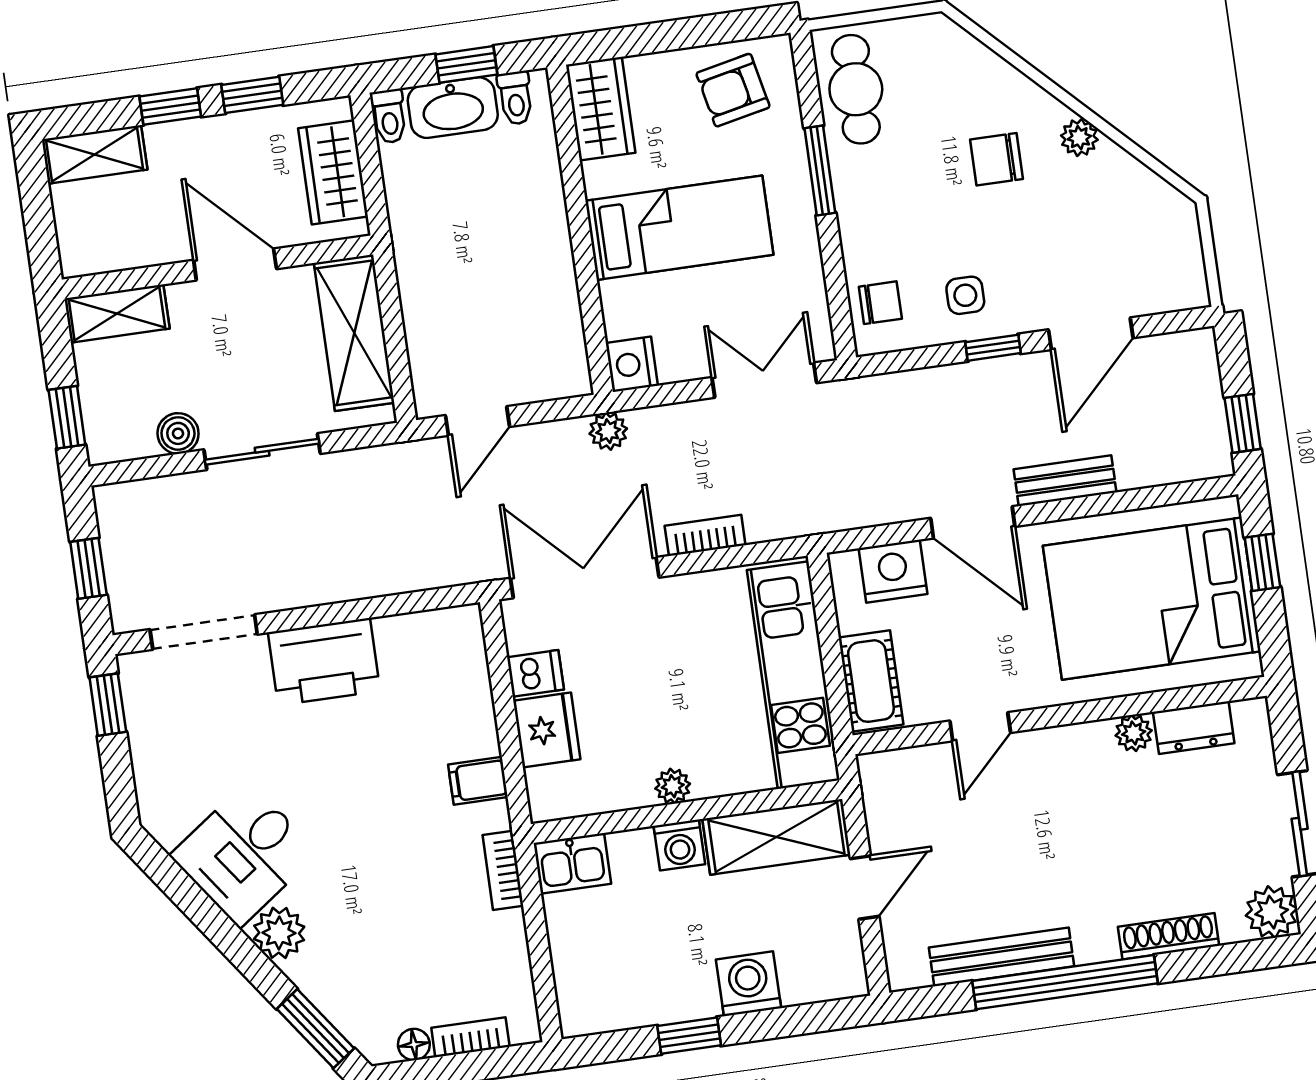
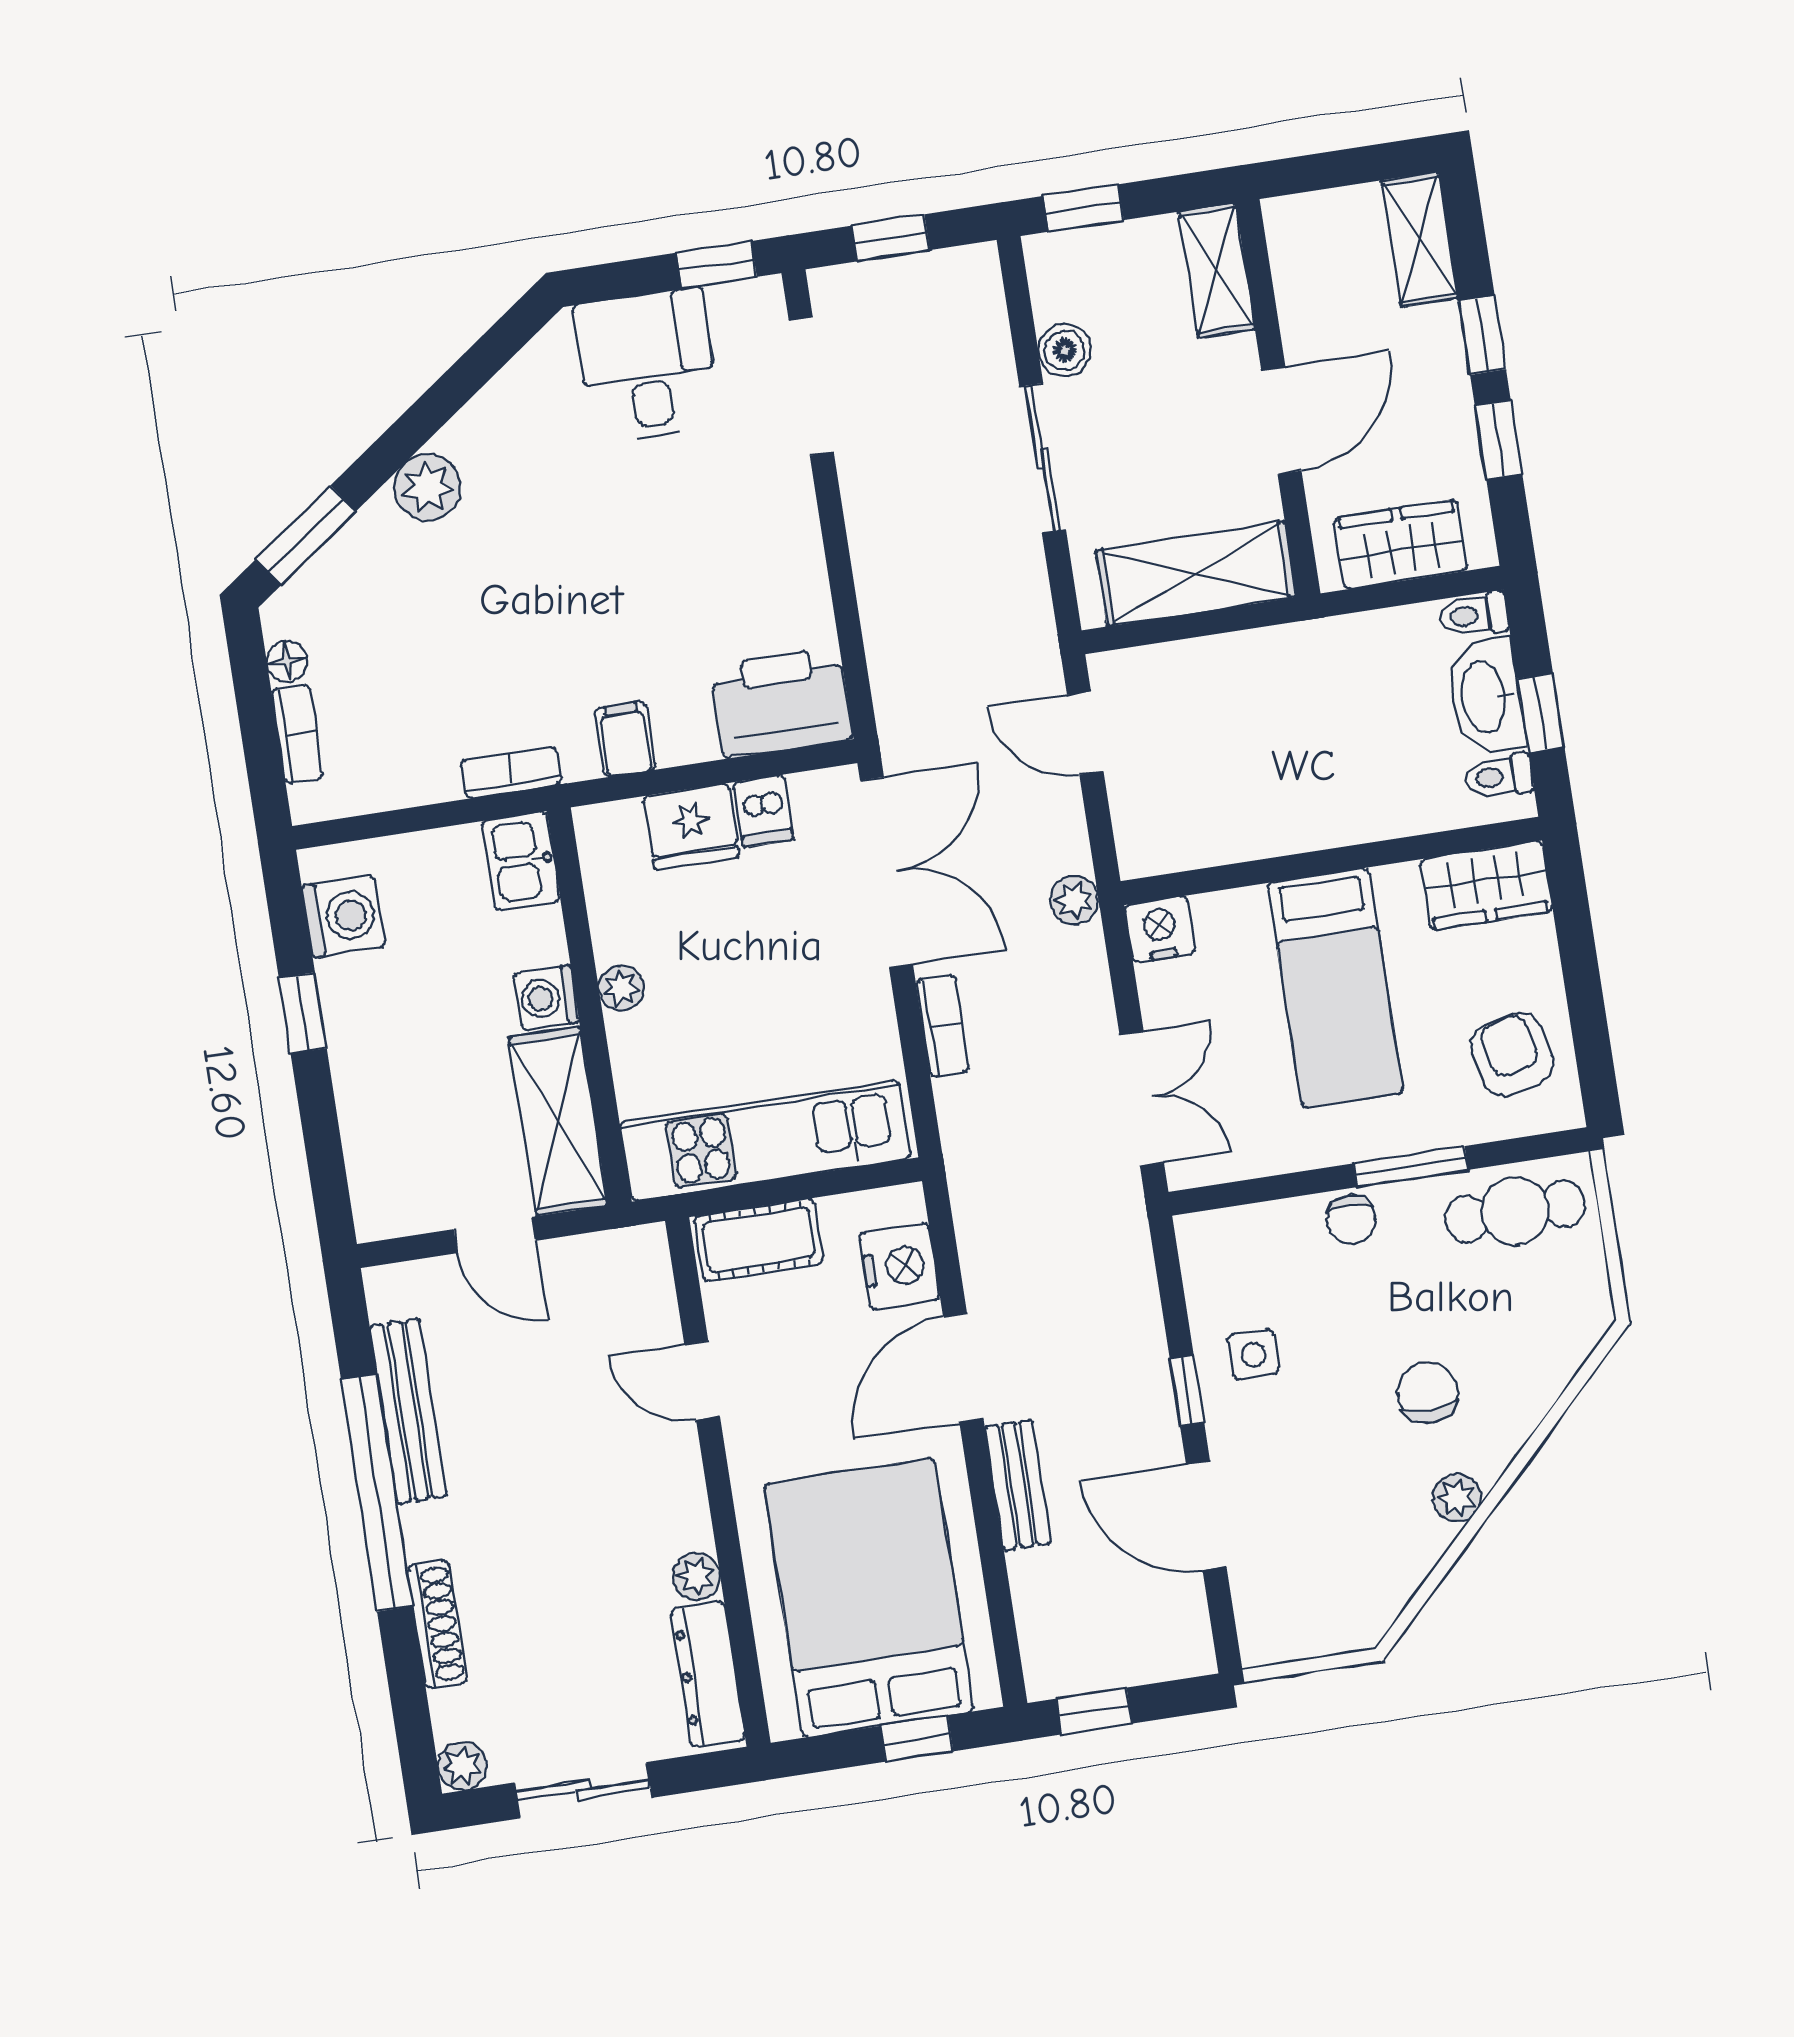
chair: (880, 303) -> (1351, 1219), moved
printer: (324, 662) -> (781, 702), moved, turned 90
dresser: (1194, 728) -> (708, 1674), width x1.44
desk: (244, 854) -> (647, 366), moved, turned 36
plant: (1272, 912) -> (462, 1766), width x0.73, depth x0.73
washing machine: (749, 984) -> (343, 916), moved

